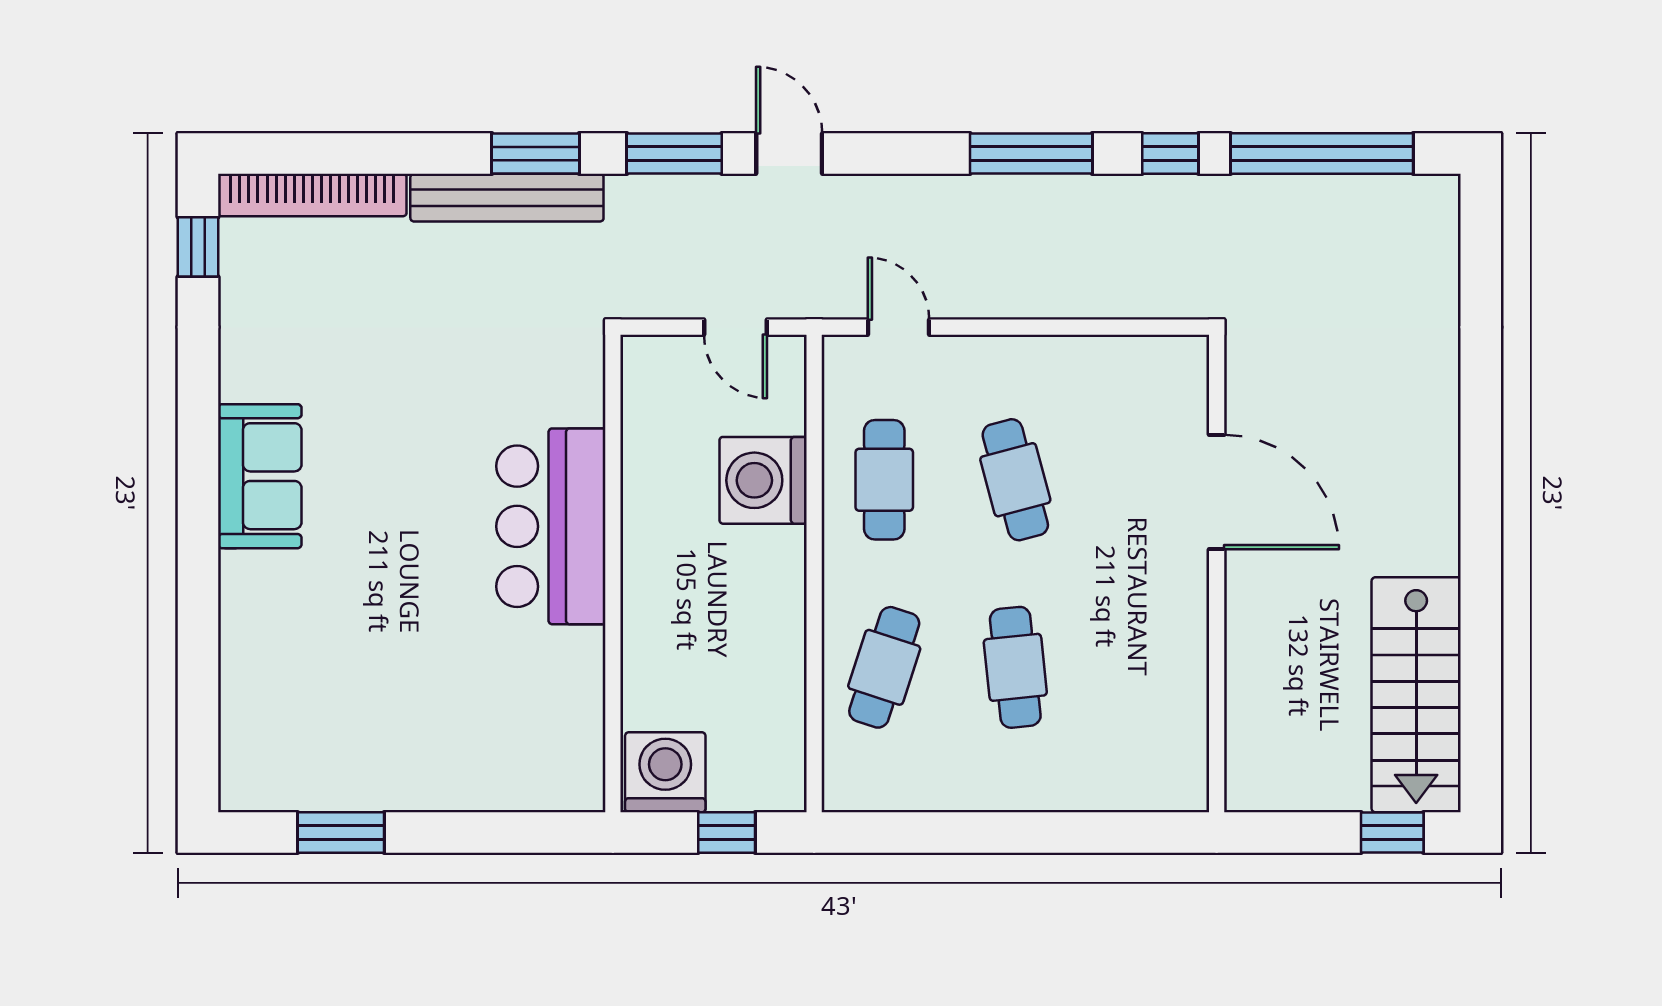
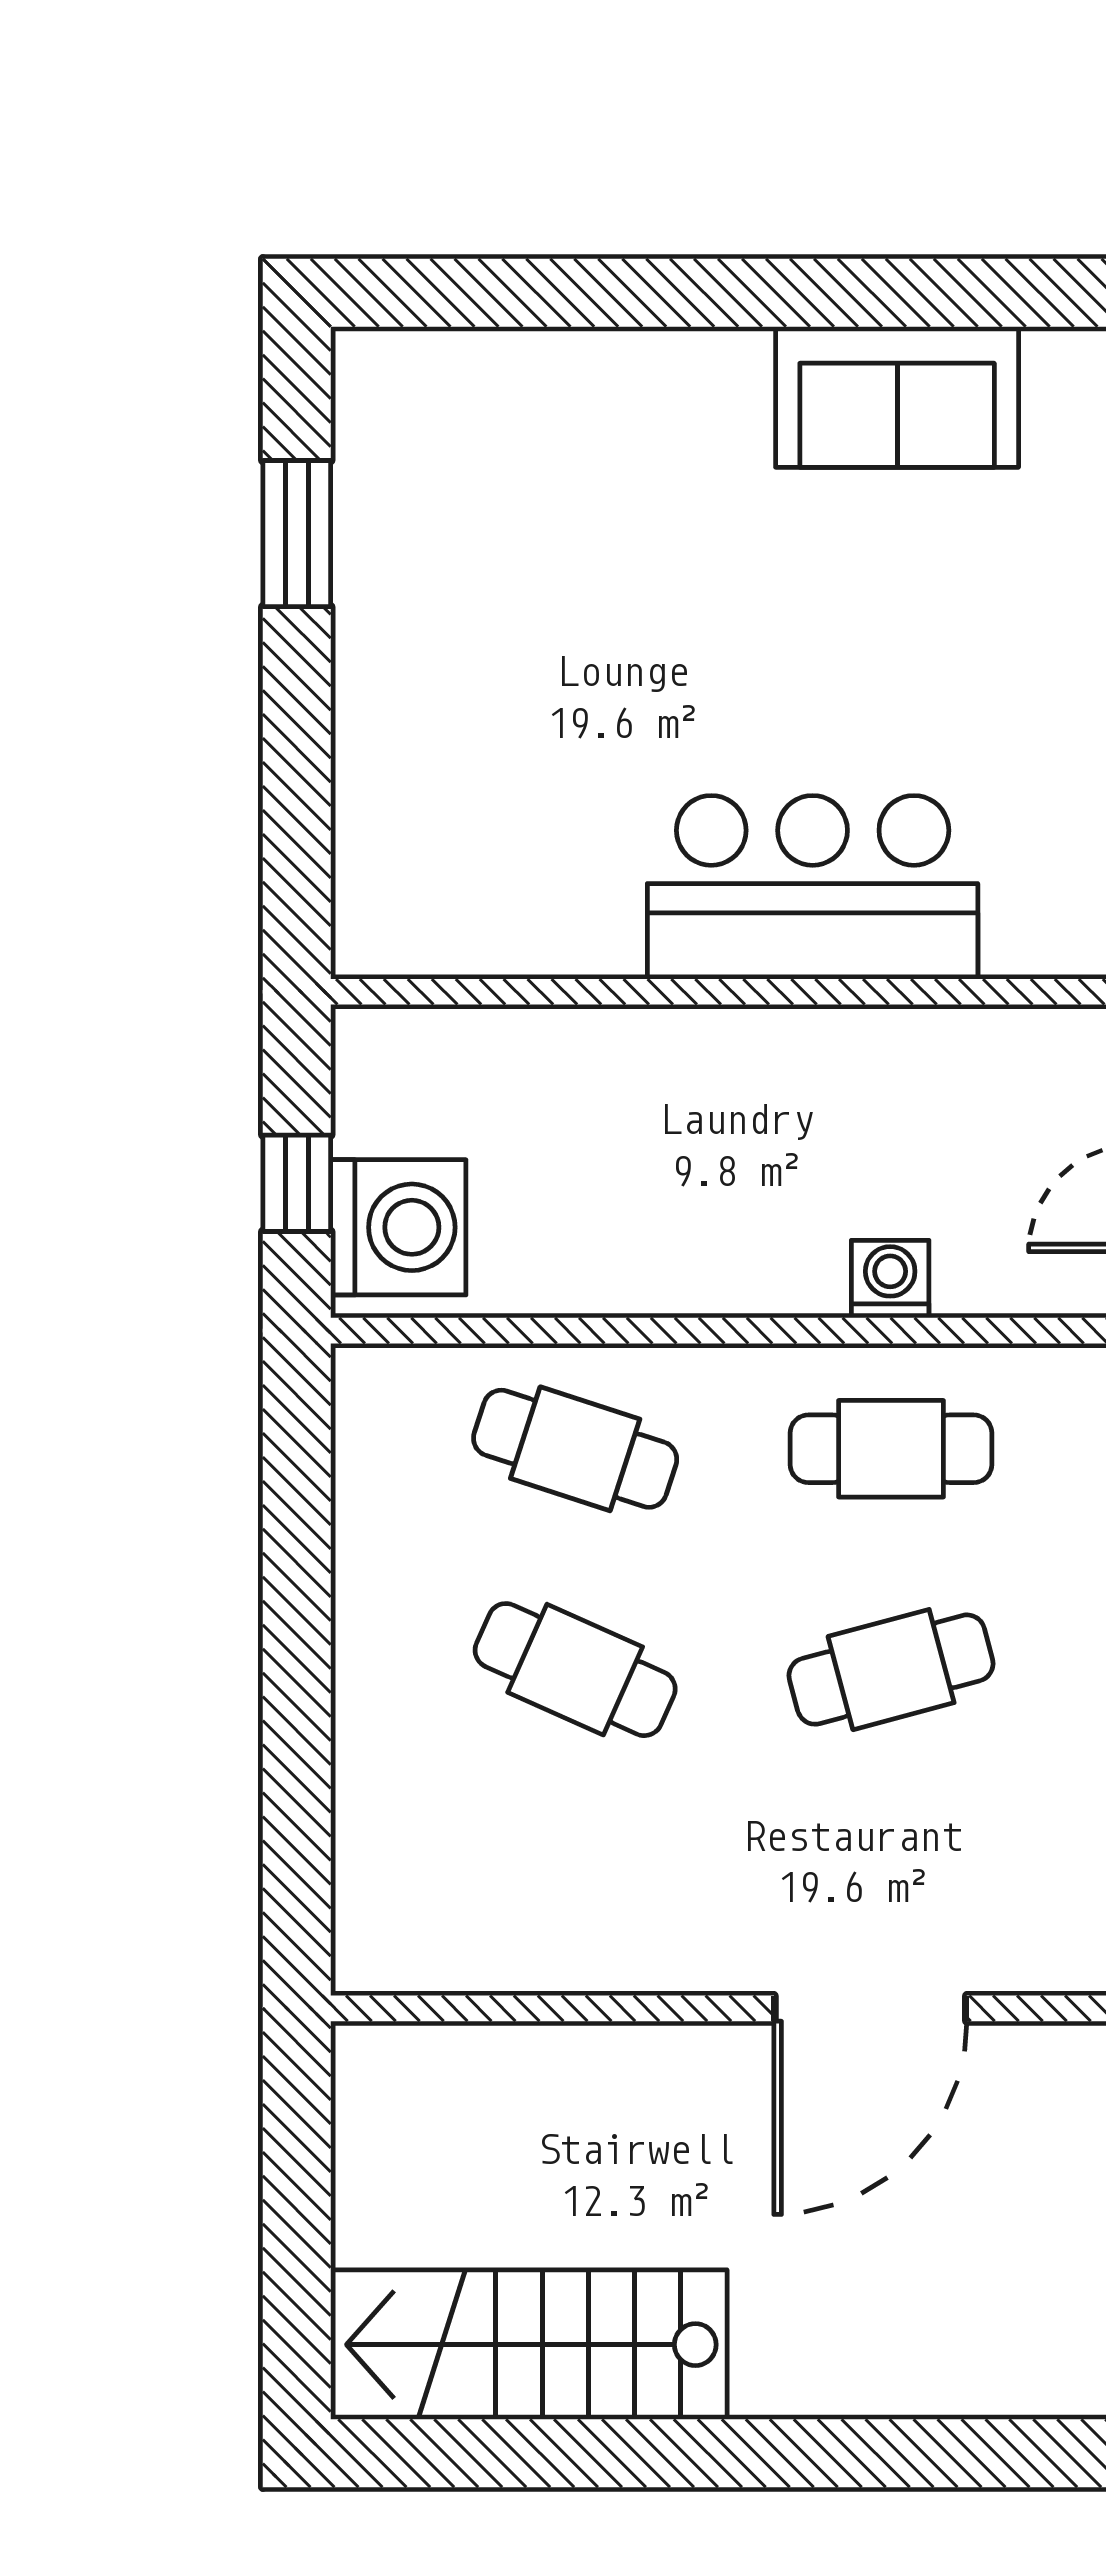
washing machine: (763, 480) -> (890, 1279), width x0.53, depth x0.53
cafe table: (1015, 667) -> (575, 1670), turned 30
washing machine: (665, 772) -> (398, 1227), moved
window: (1392, 833) -> (297, 2304), removed

